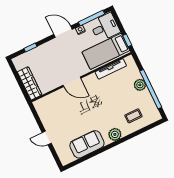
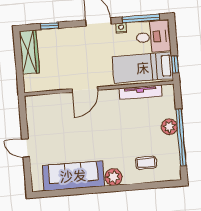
door: (72, 82) -> (85, 90), hinge flipped
wardrobe: (30, 83) -> (29, 52), moved
sofa: (87, 144) -> (73, 176), width x1.36

